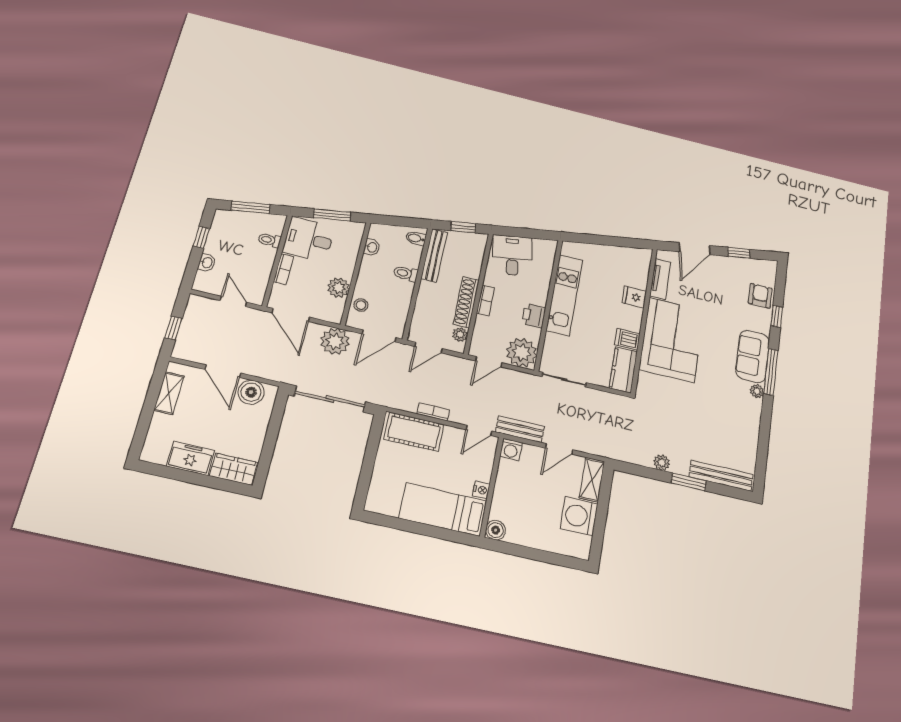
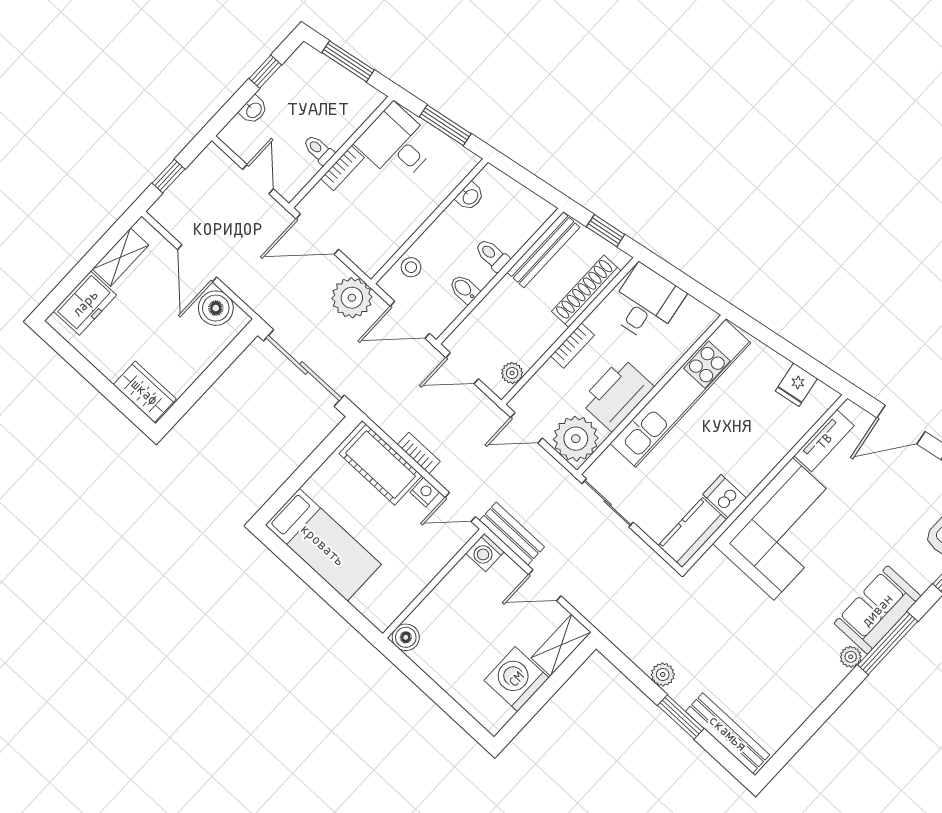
bidet: (416, 238) -> (464, 289), moved
toilet: (269, 240) -> (319, 150), moved
plant: (339, 288) -> (397, 229), removed
kitchen unit: (564, 295) -> (680, 393), width x1.36
fridge: (634, 297) -> (796, 385), moved, turned -100
shoe rack: (466, 302) -> (586, 291), moved
door: (291, 315) -> (317, 234), hinge flipped
printer: (534, 316) -> (617, 394), width x1.87, depth x1.48
freezer: (191, 458) -> (85, 303), moved, turned 90
nightstand: (481, 490) -> (425, 492), moved, turned -90
bed: (443, 510) -> (323, 545), moved, turned 180

